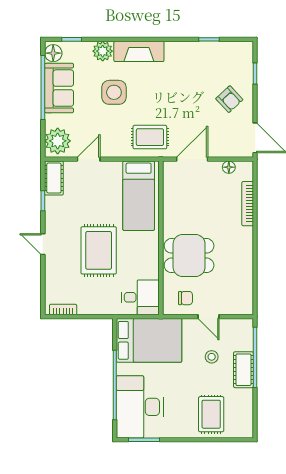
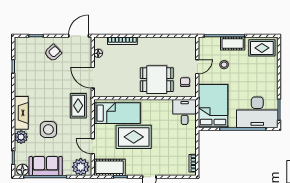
cot: (54, 178) -> (110, 167), width x1.37, depth x1.34
rug: (99, 250) -> (134, 137), moved
dining table: (189, 256) -> (157, 80), turned 90
rug: (211, 414) -> (262, 48), moved

